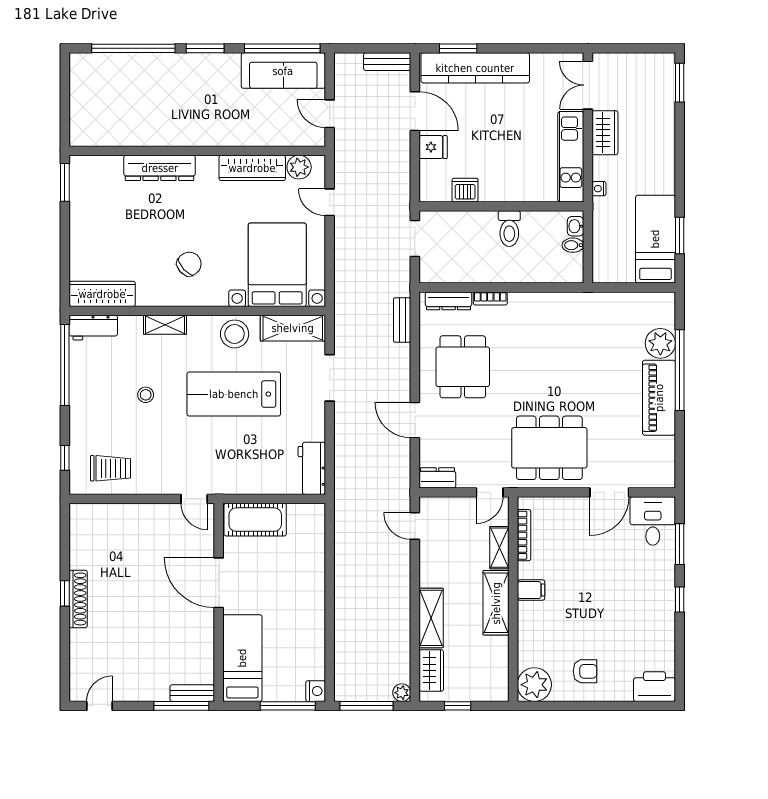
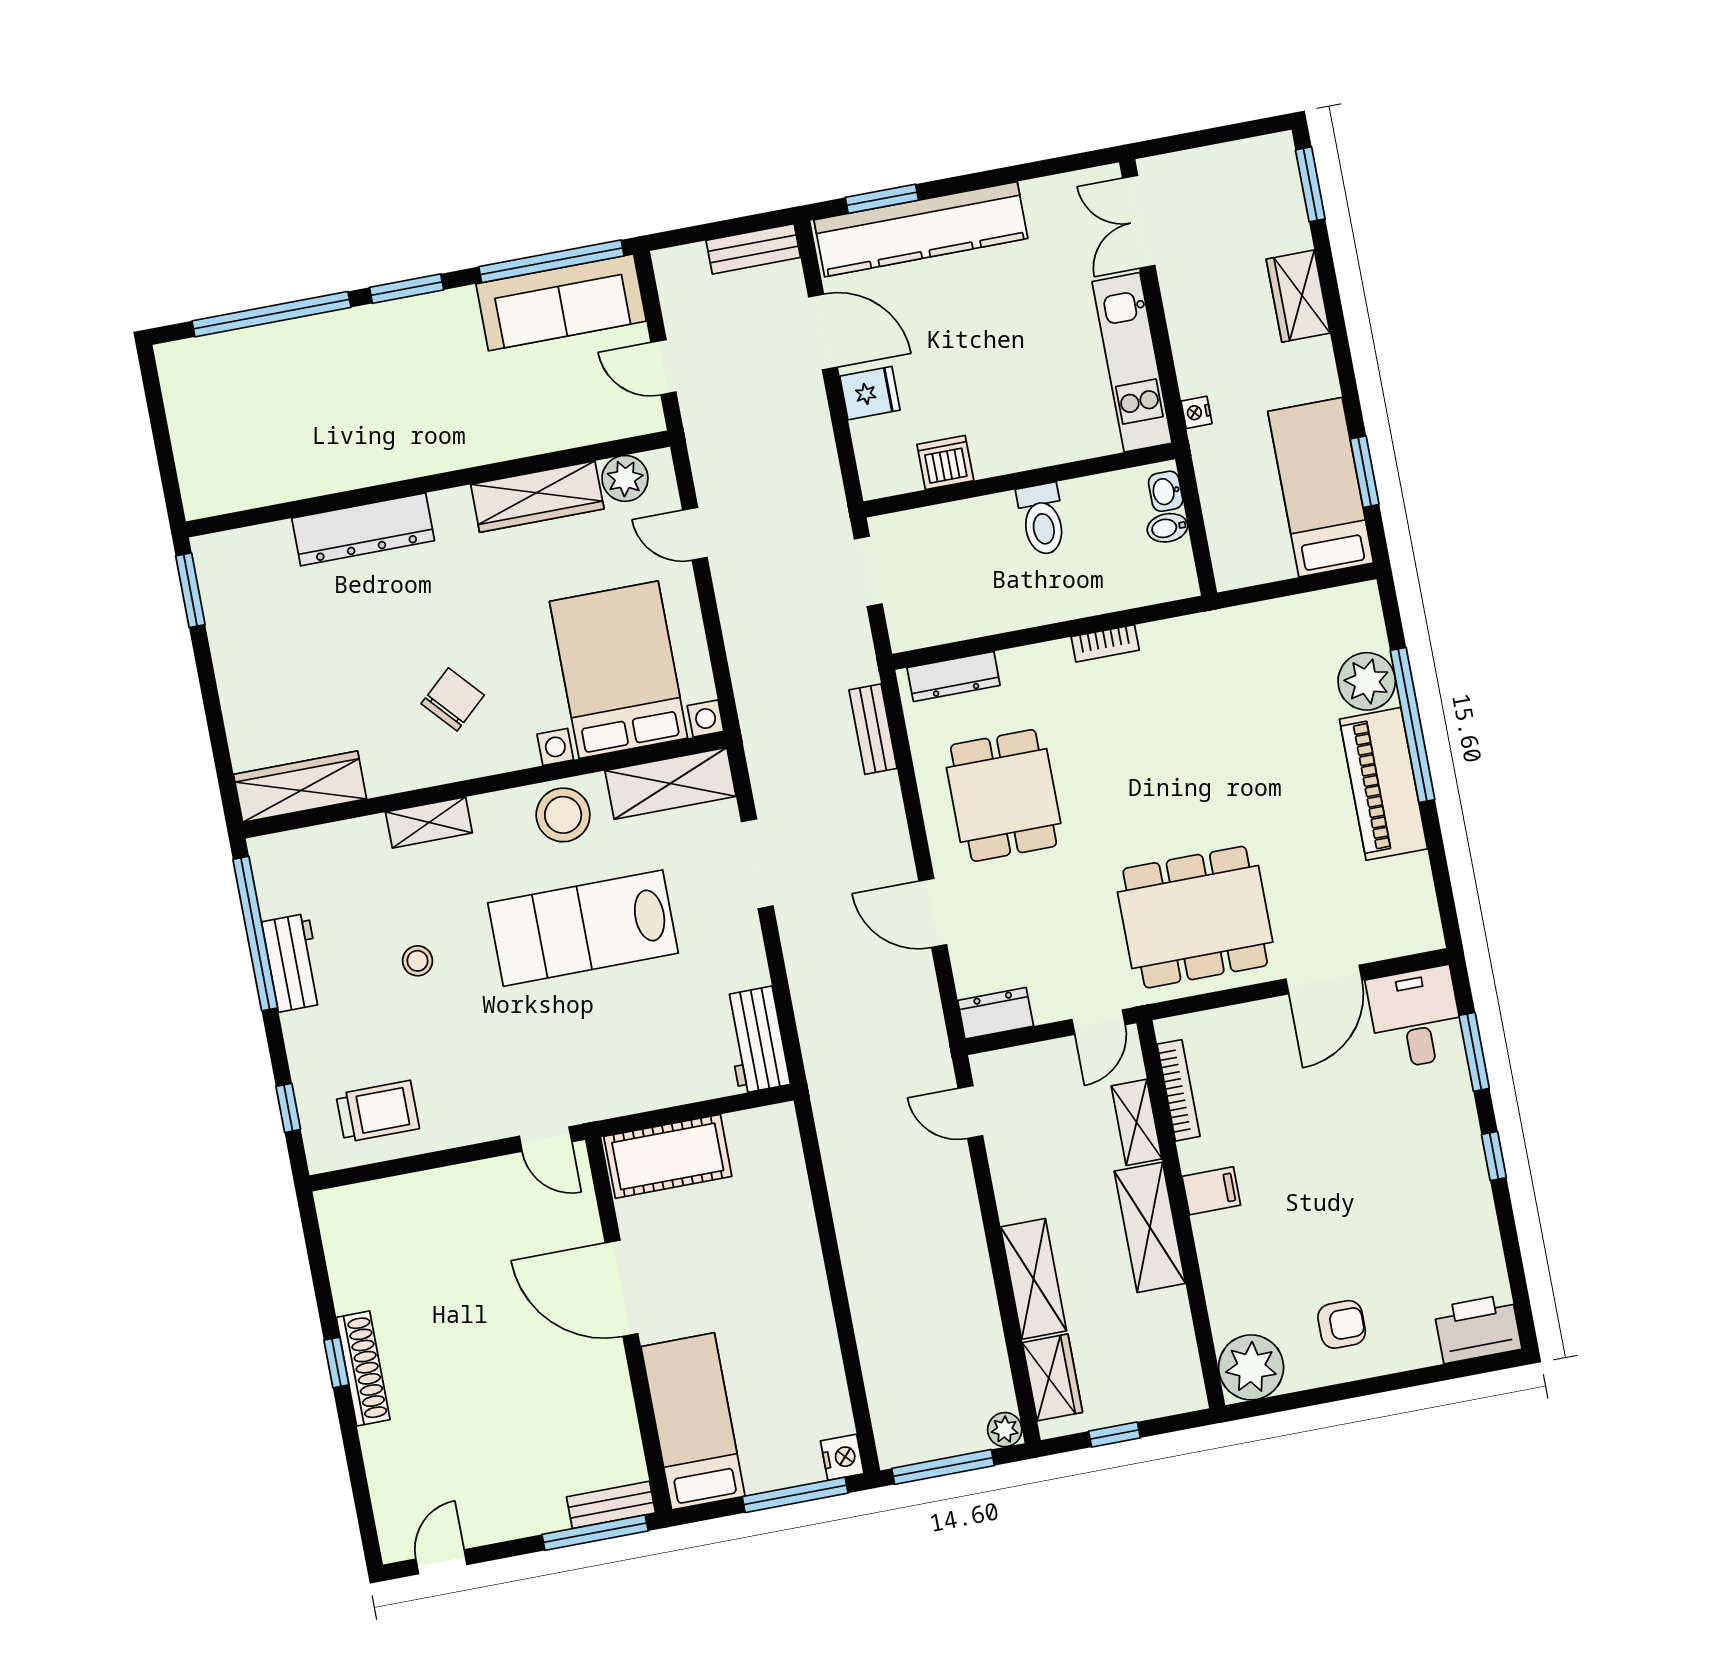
wardrobe: (605, 133) -> (1298, 296), moved, turned 180
bookcase: (490, 298) -> (1105, 643), moved
workbench: (93, 328) -> (293, 963), moved, turned -90

